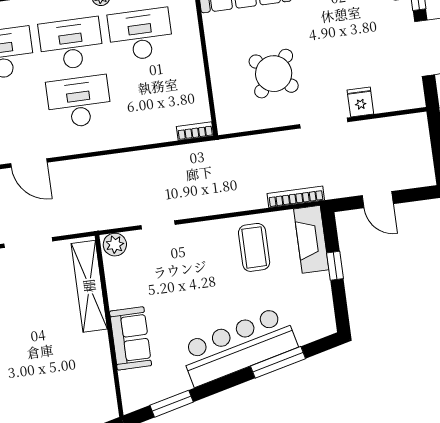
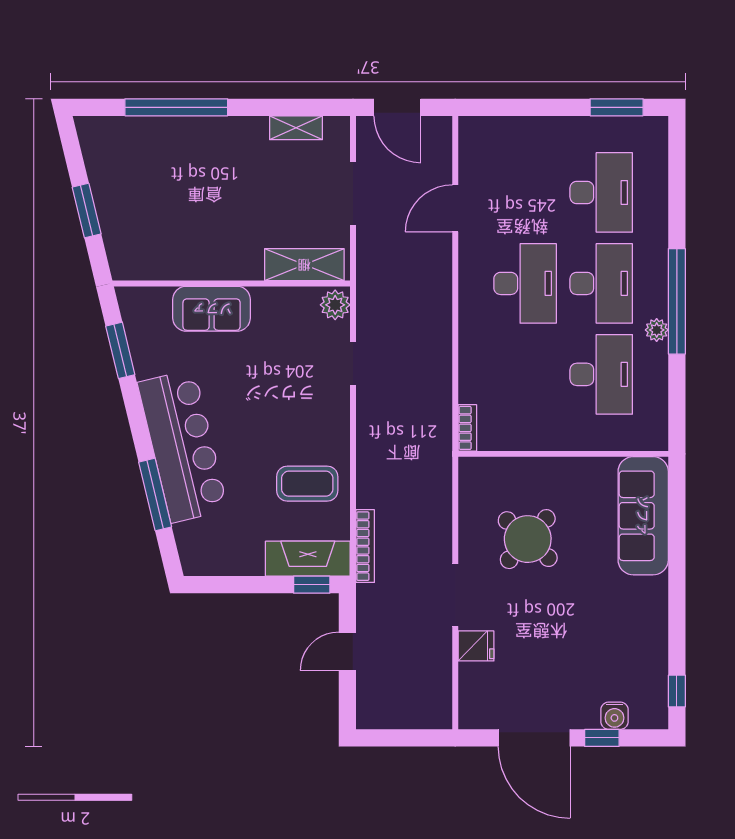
window: (335, 266) -> (312, 585), moved
shelving: (89, 286) -> (304, 265), width x0.68

